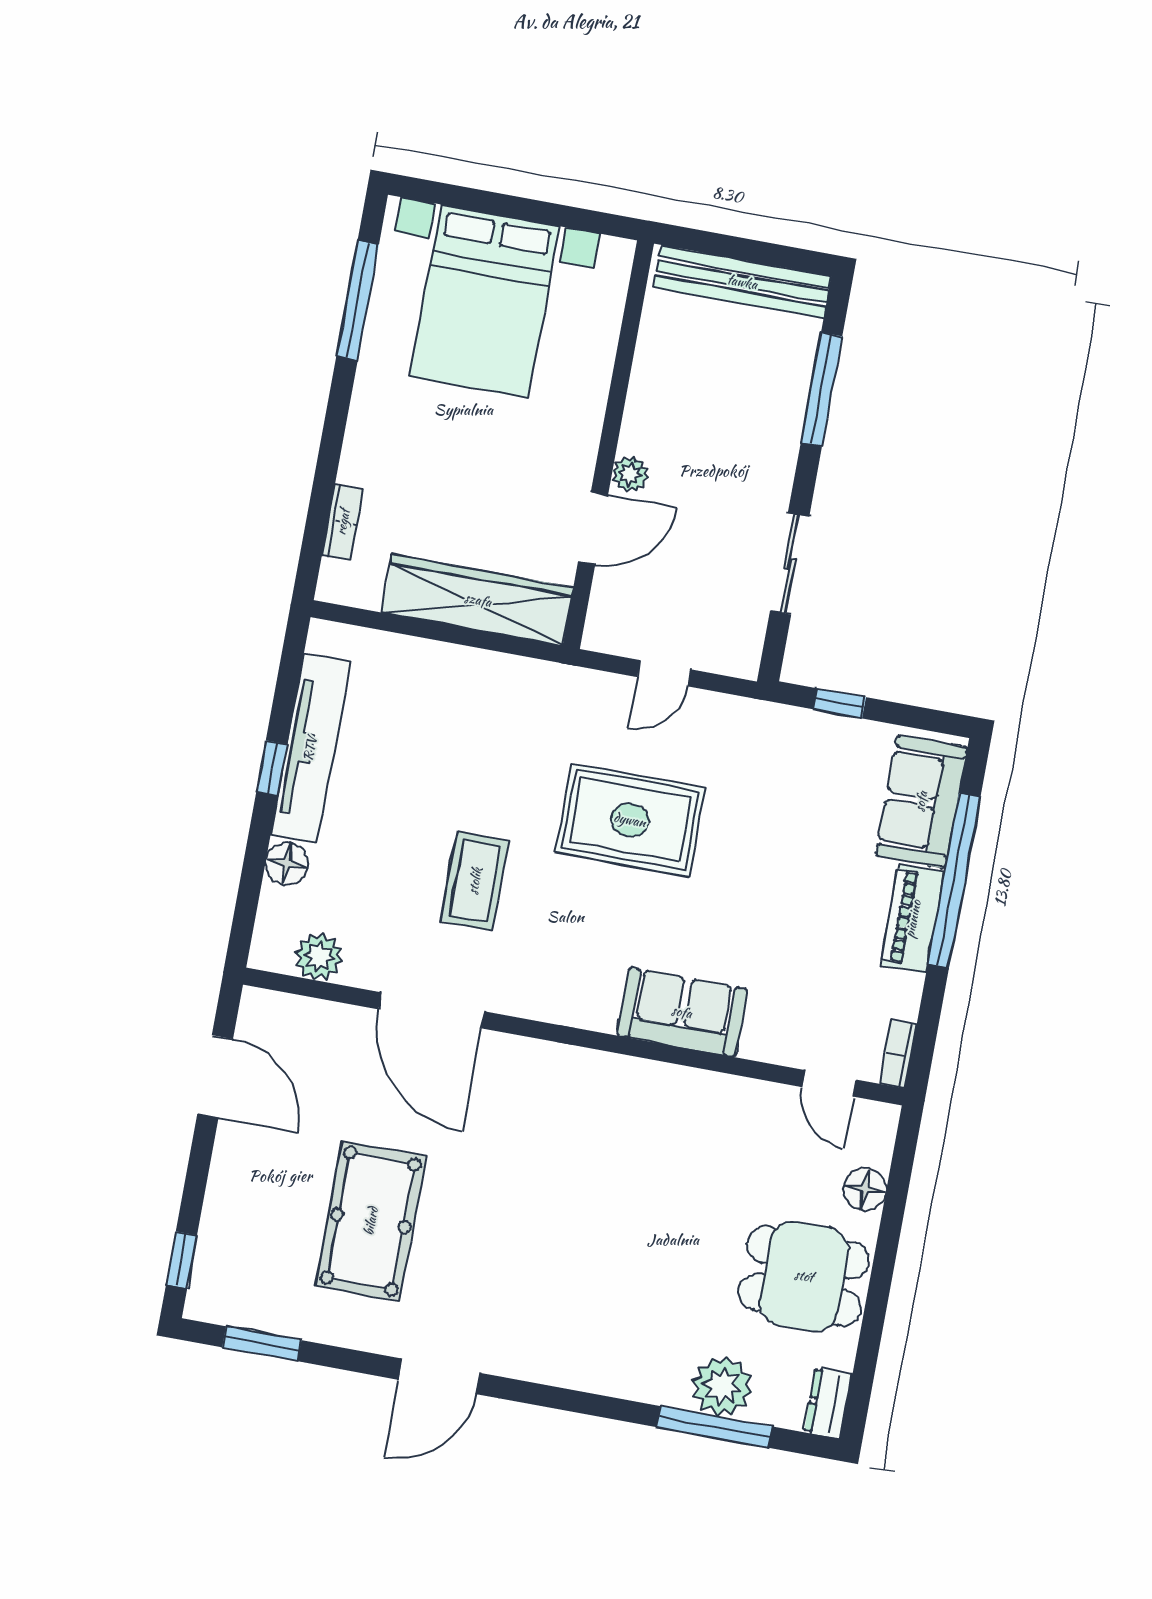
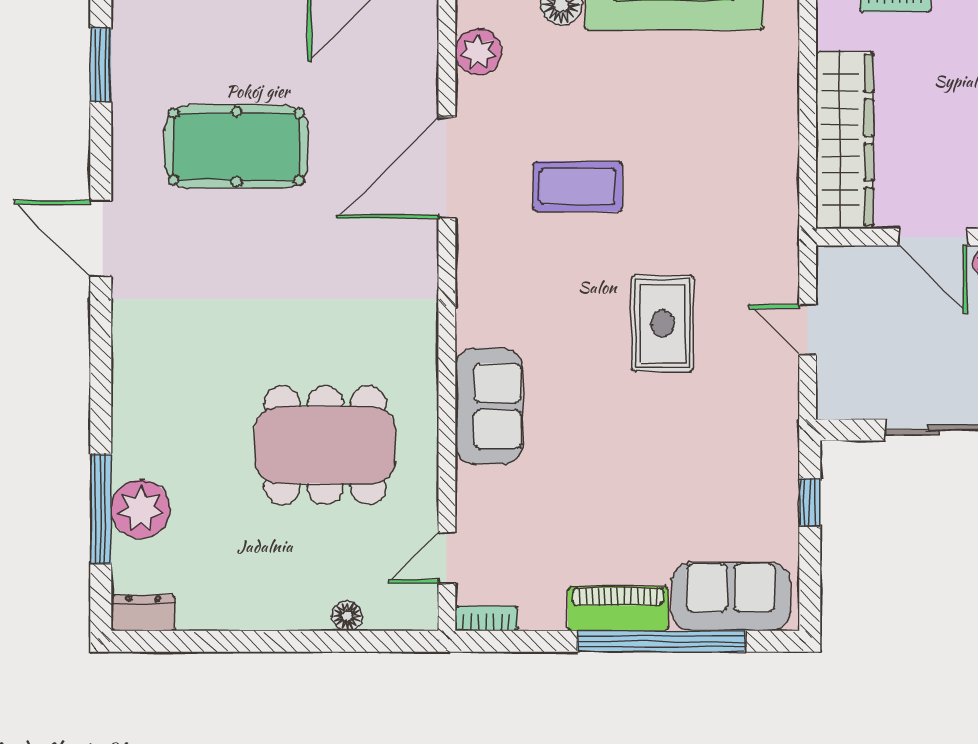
rug: (630, 820) -> (663, 323), width x0.73, depth x0.70
floor lamp: (865, 1189) -> (347, 616), width x0.73, depth x0.73
dining table: (804, 1276) -> (325, 445), moved, width x1.38

